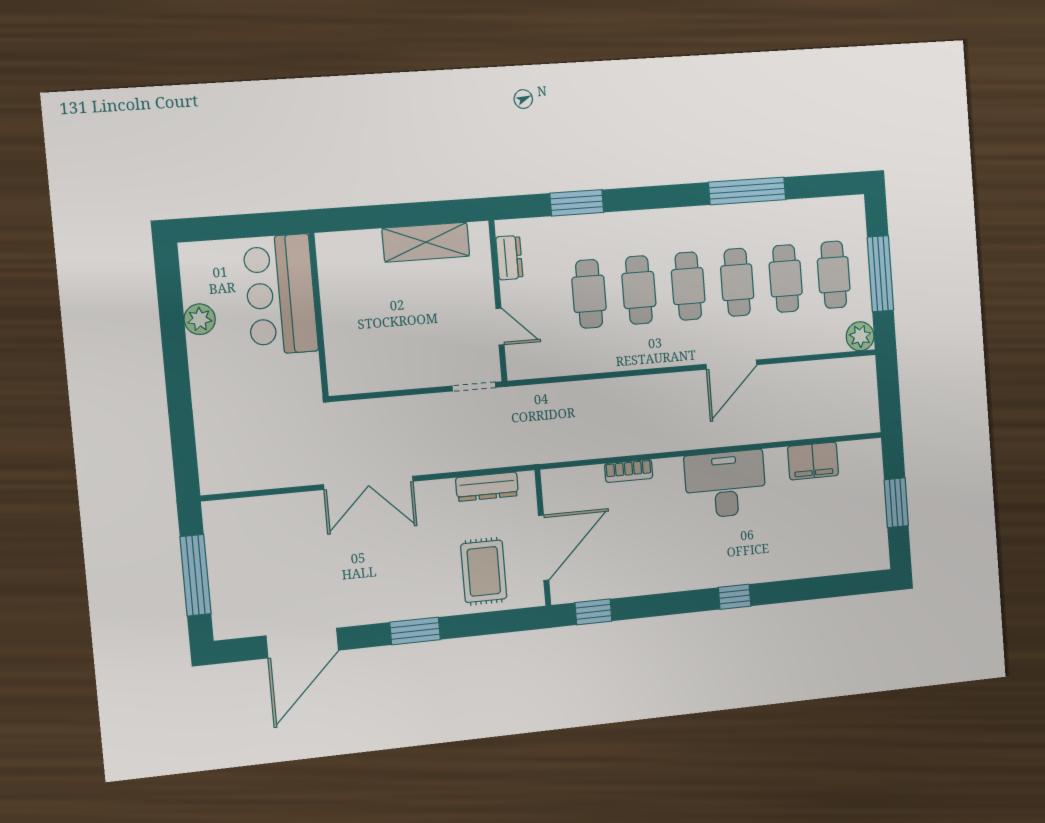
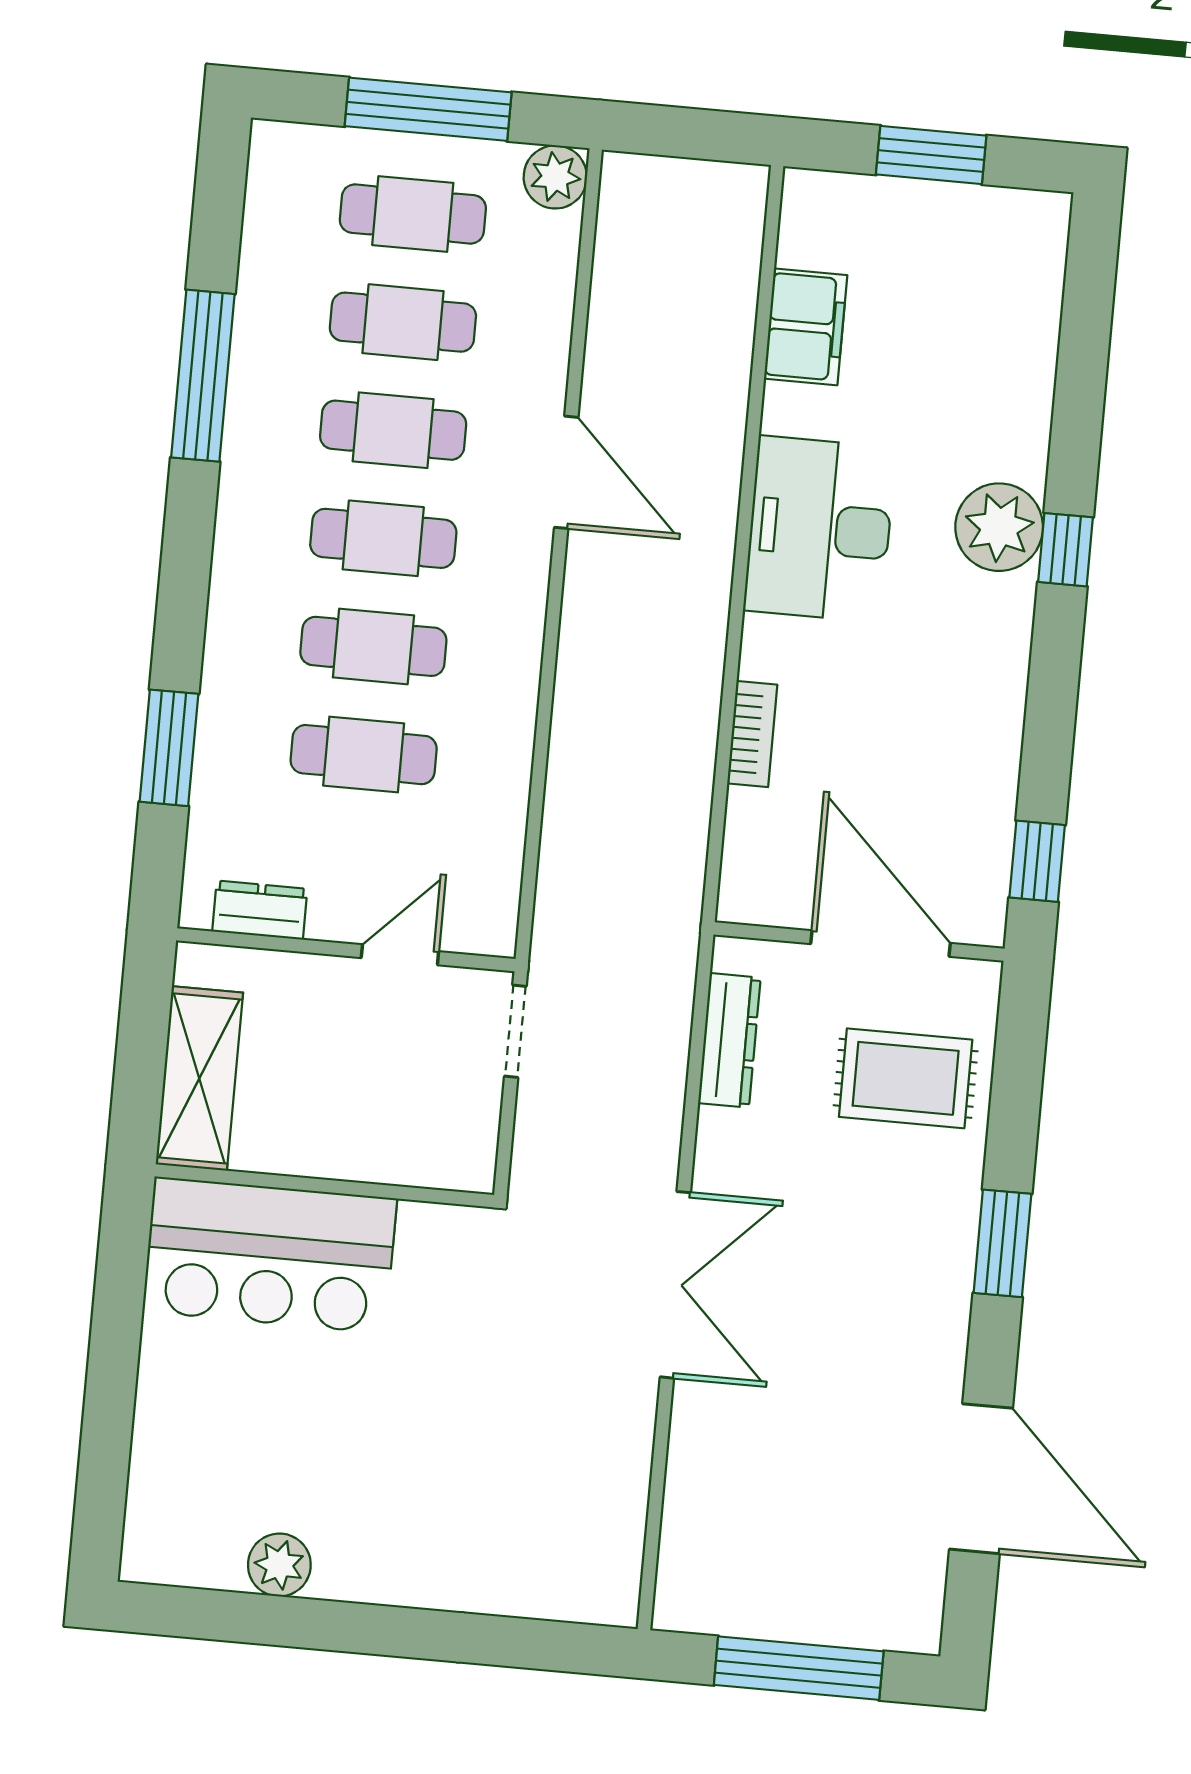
bar counter: (281, 295) -> (270, 1255), moved
wall: (318, 315) -> (324, 1186), moved
plant: (739, 565) -> (999, 527), added

